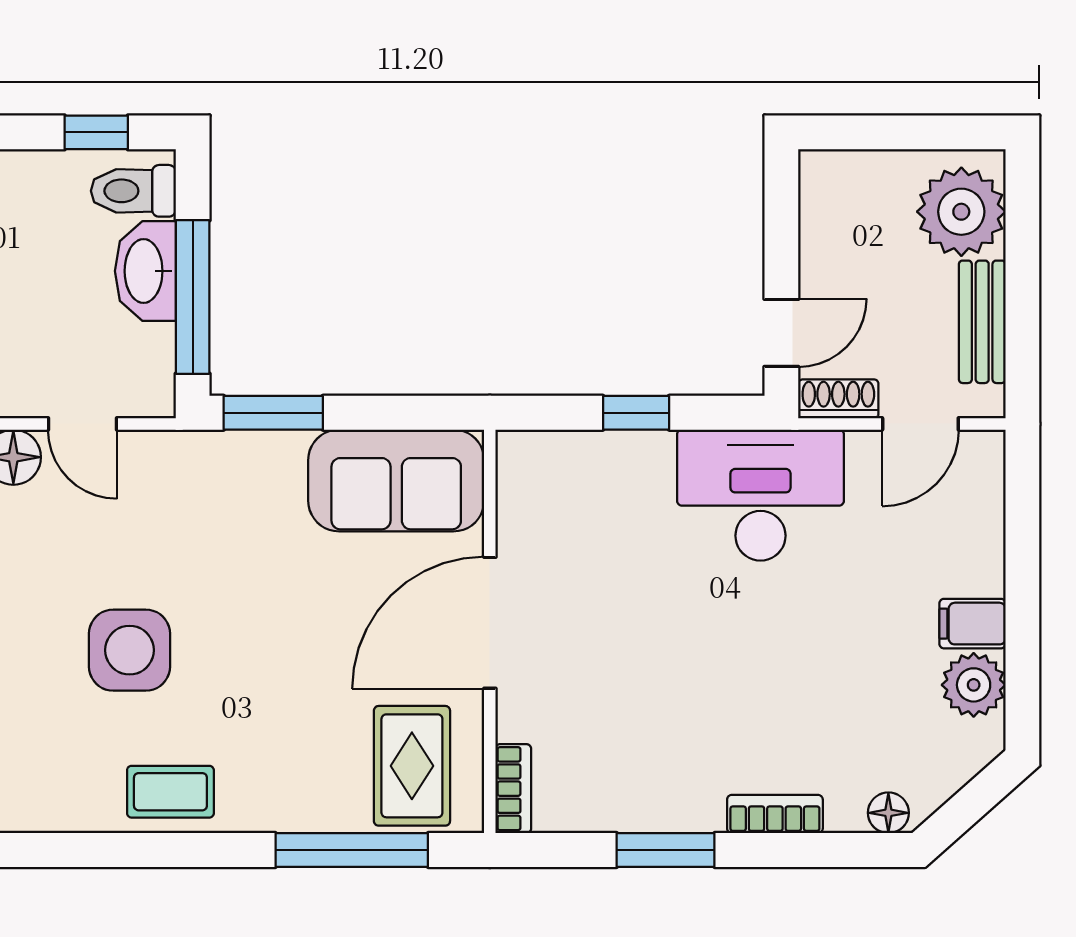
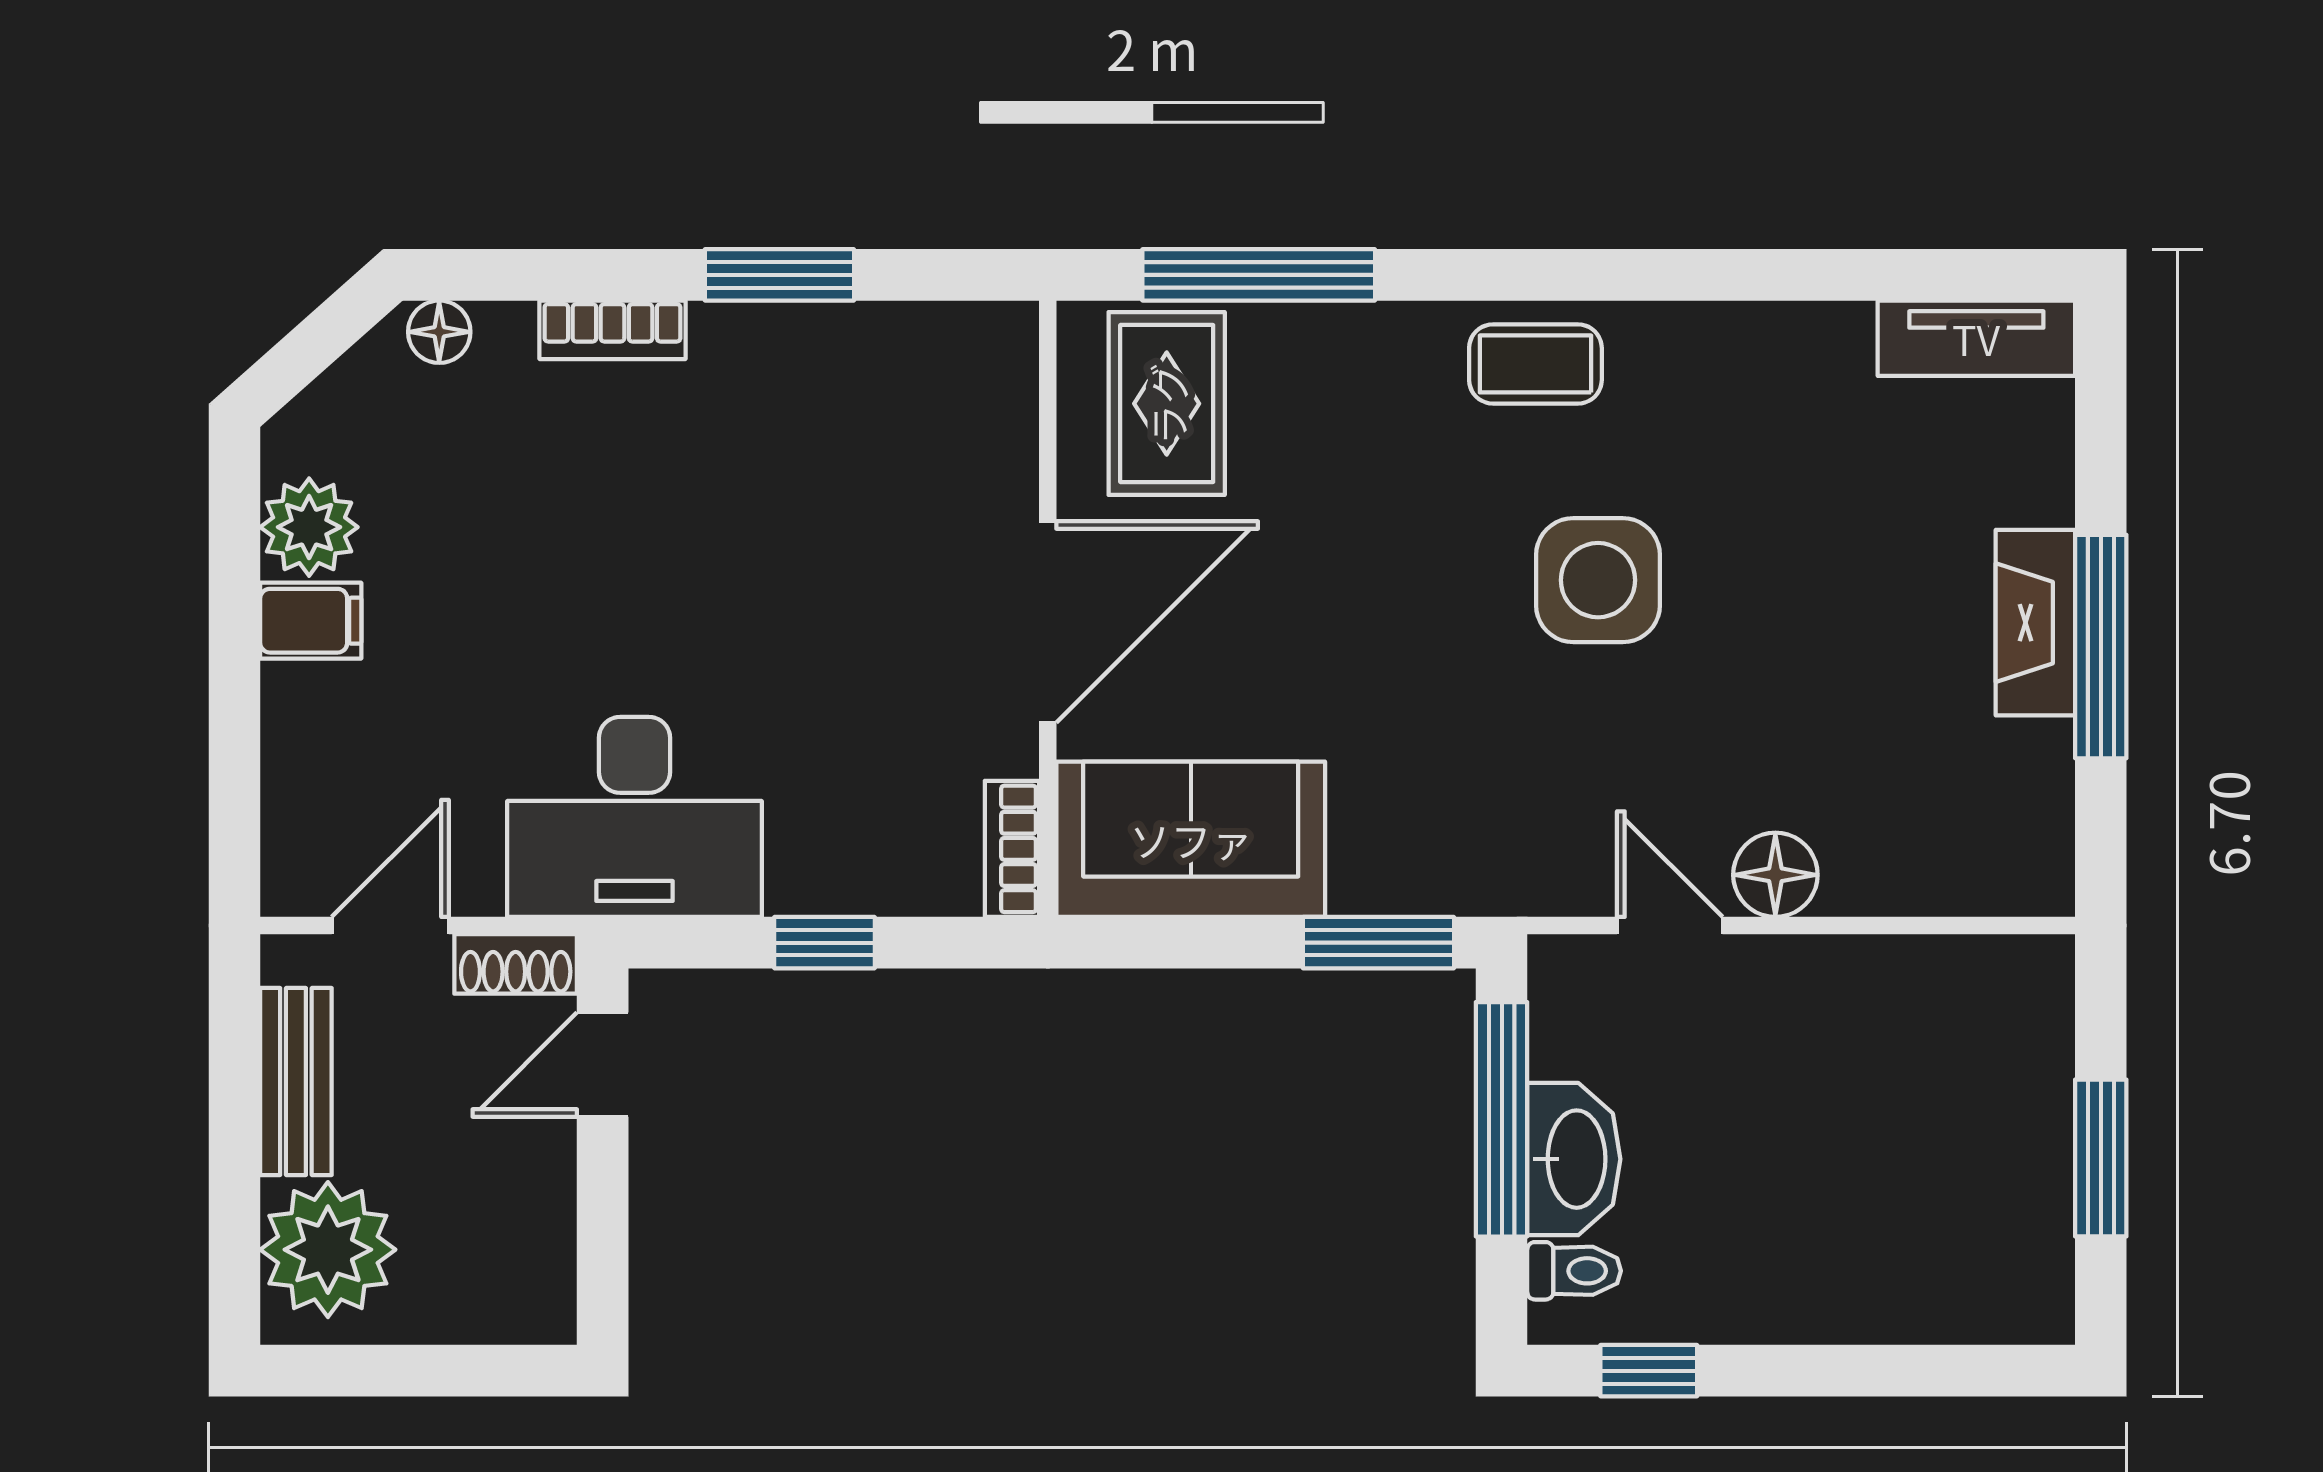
toilet: (133, 191) -> (1574, 1271), width x0.73, depth x0.72
bookcase: (513, 789) -> (1012, 849), moved

